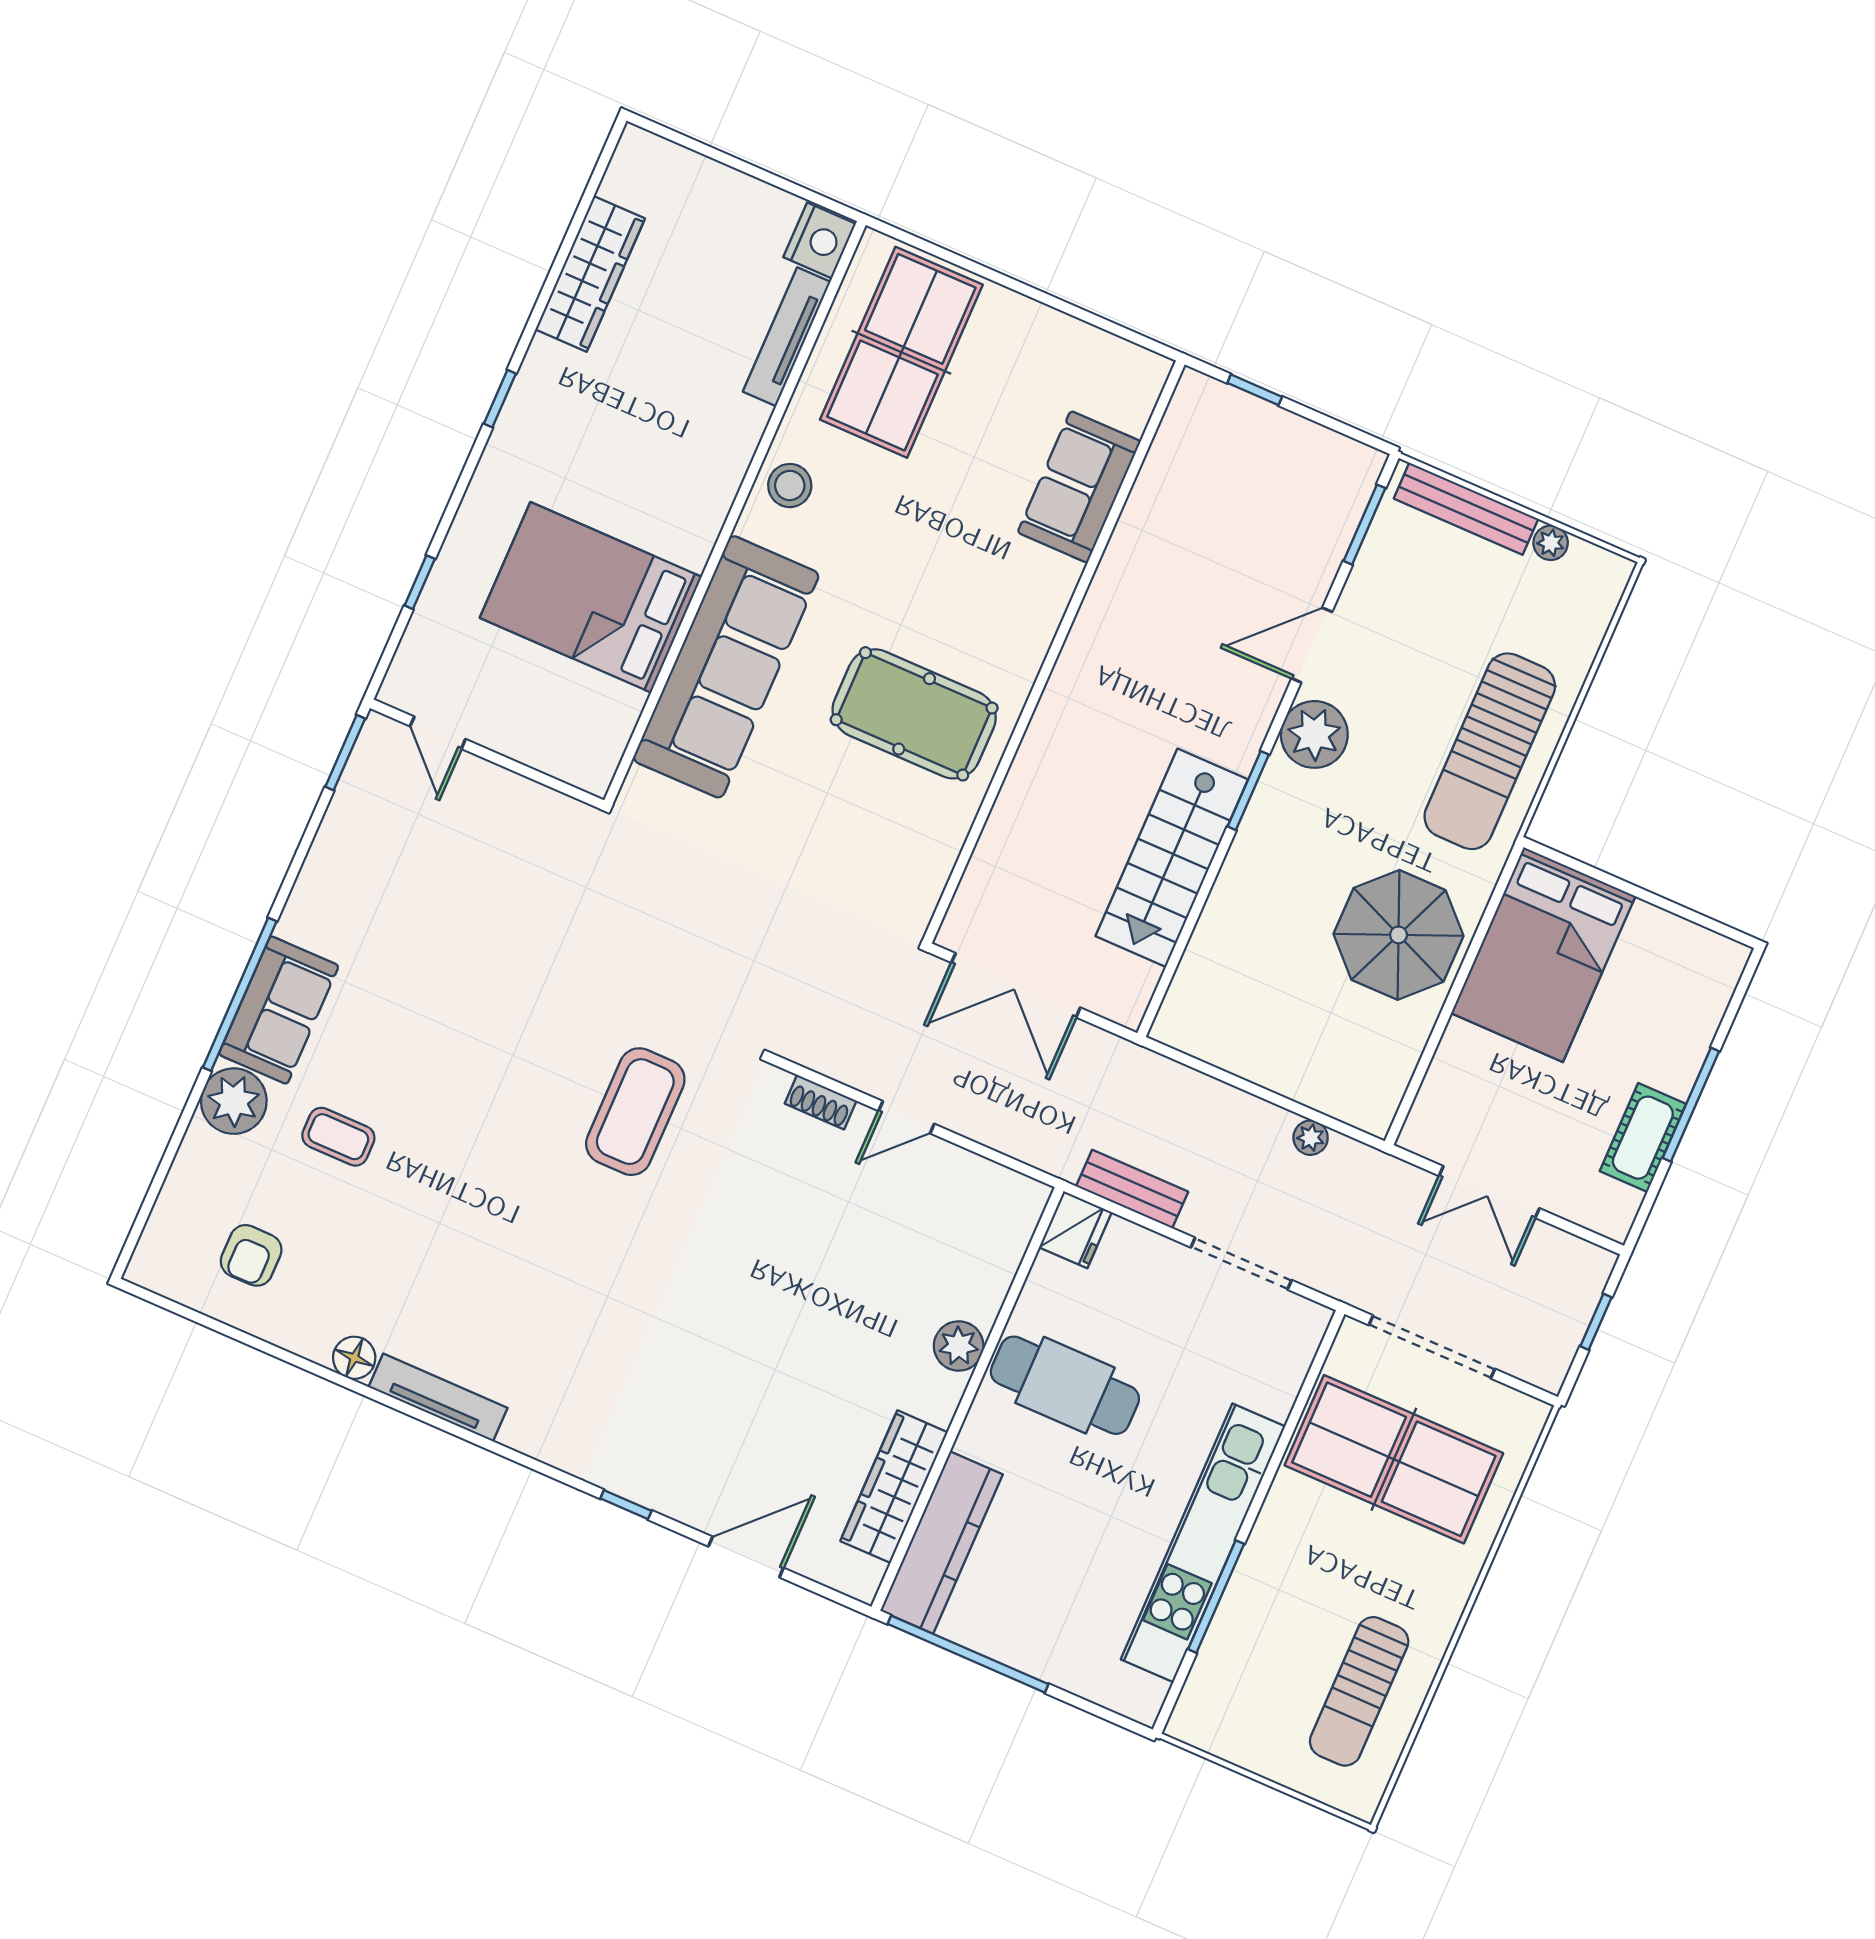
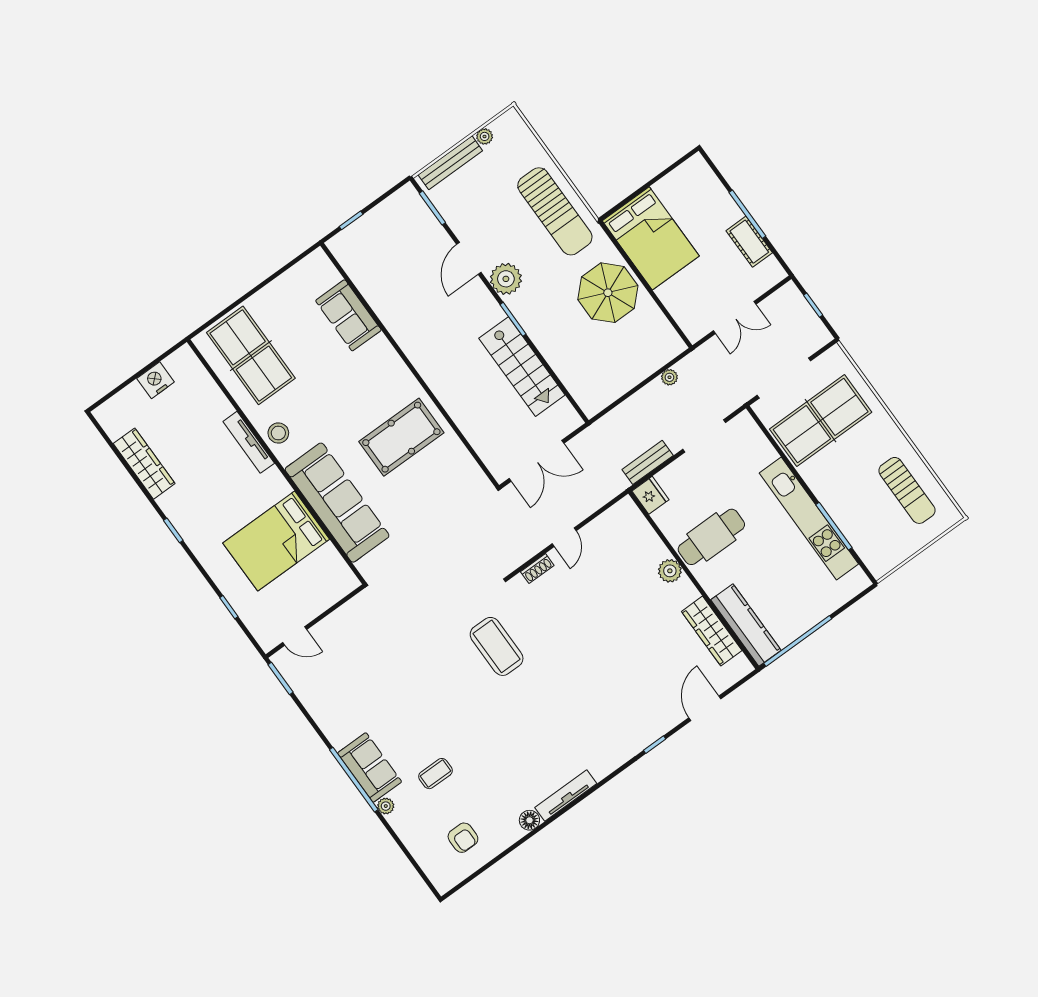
nightstand: (820, 240) -> (156, 380), moved, turned -90
tv unit: (787, 337) -> (249, 442), moved
plant: (234, 1101) -> (386, 806), width x0.53, depth x0.53

